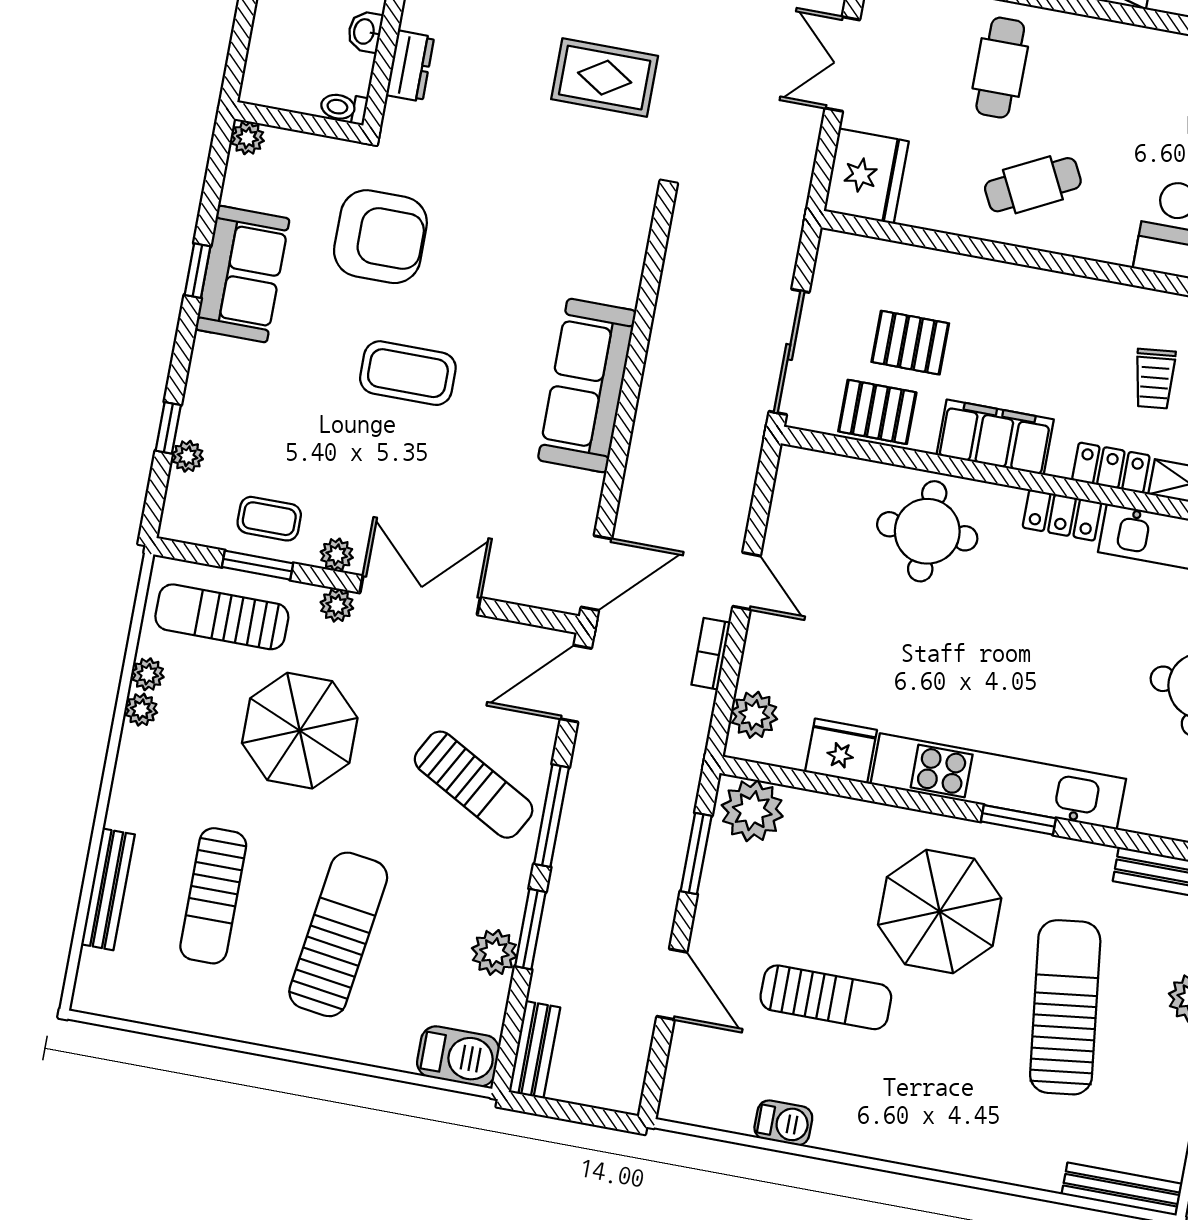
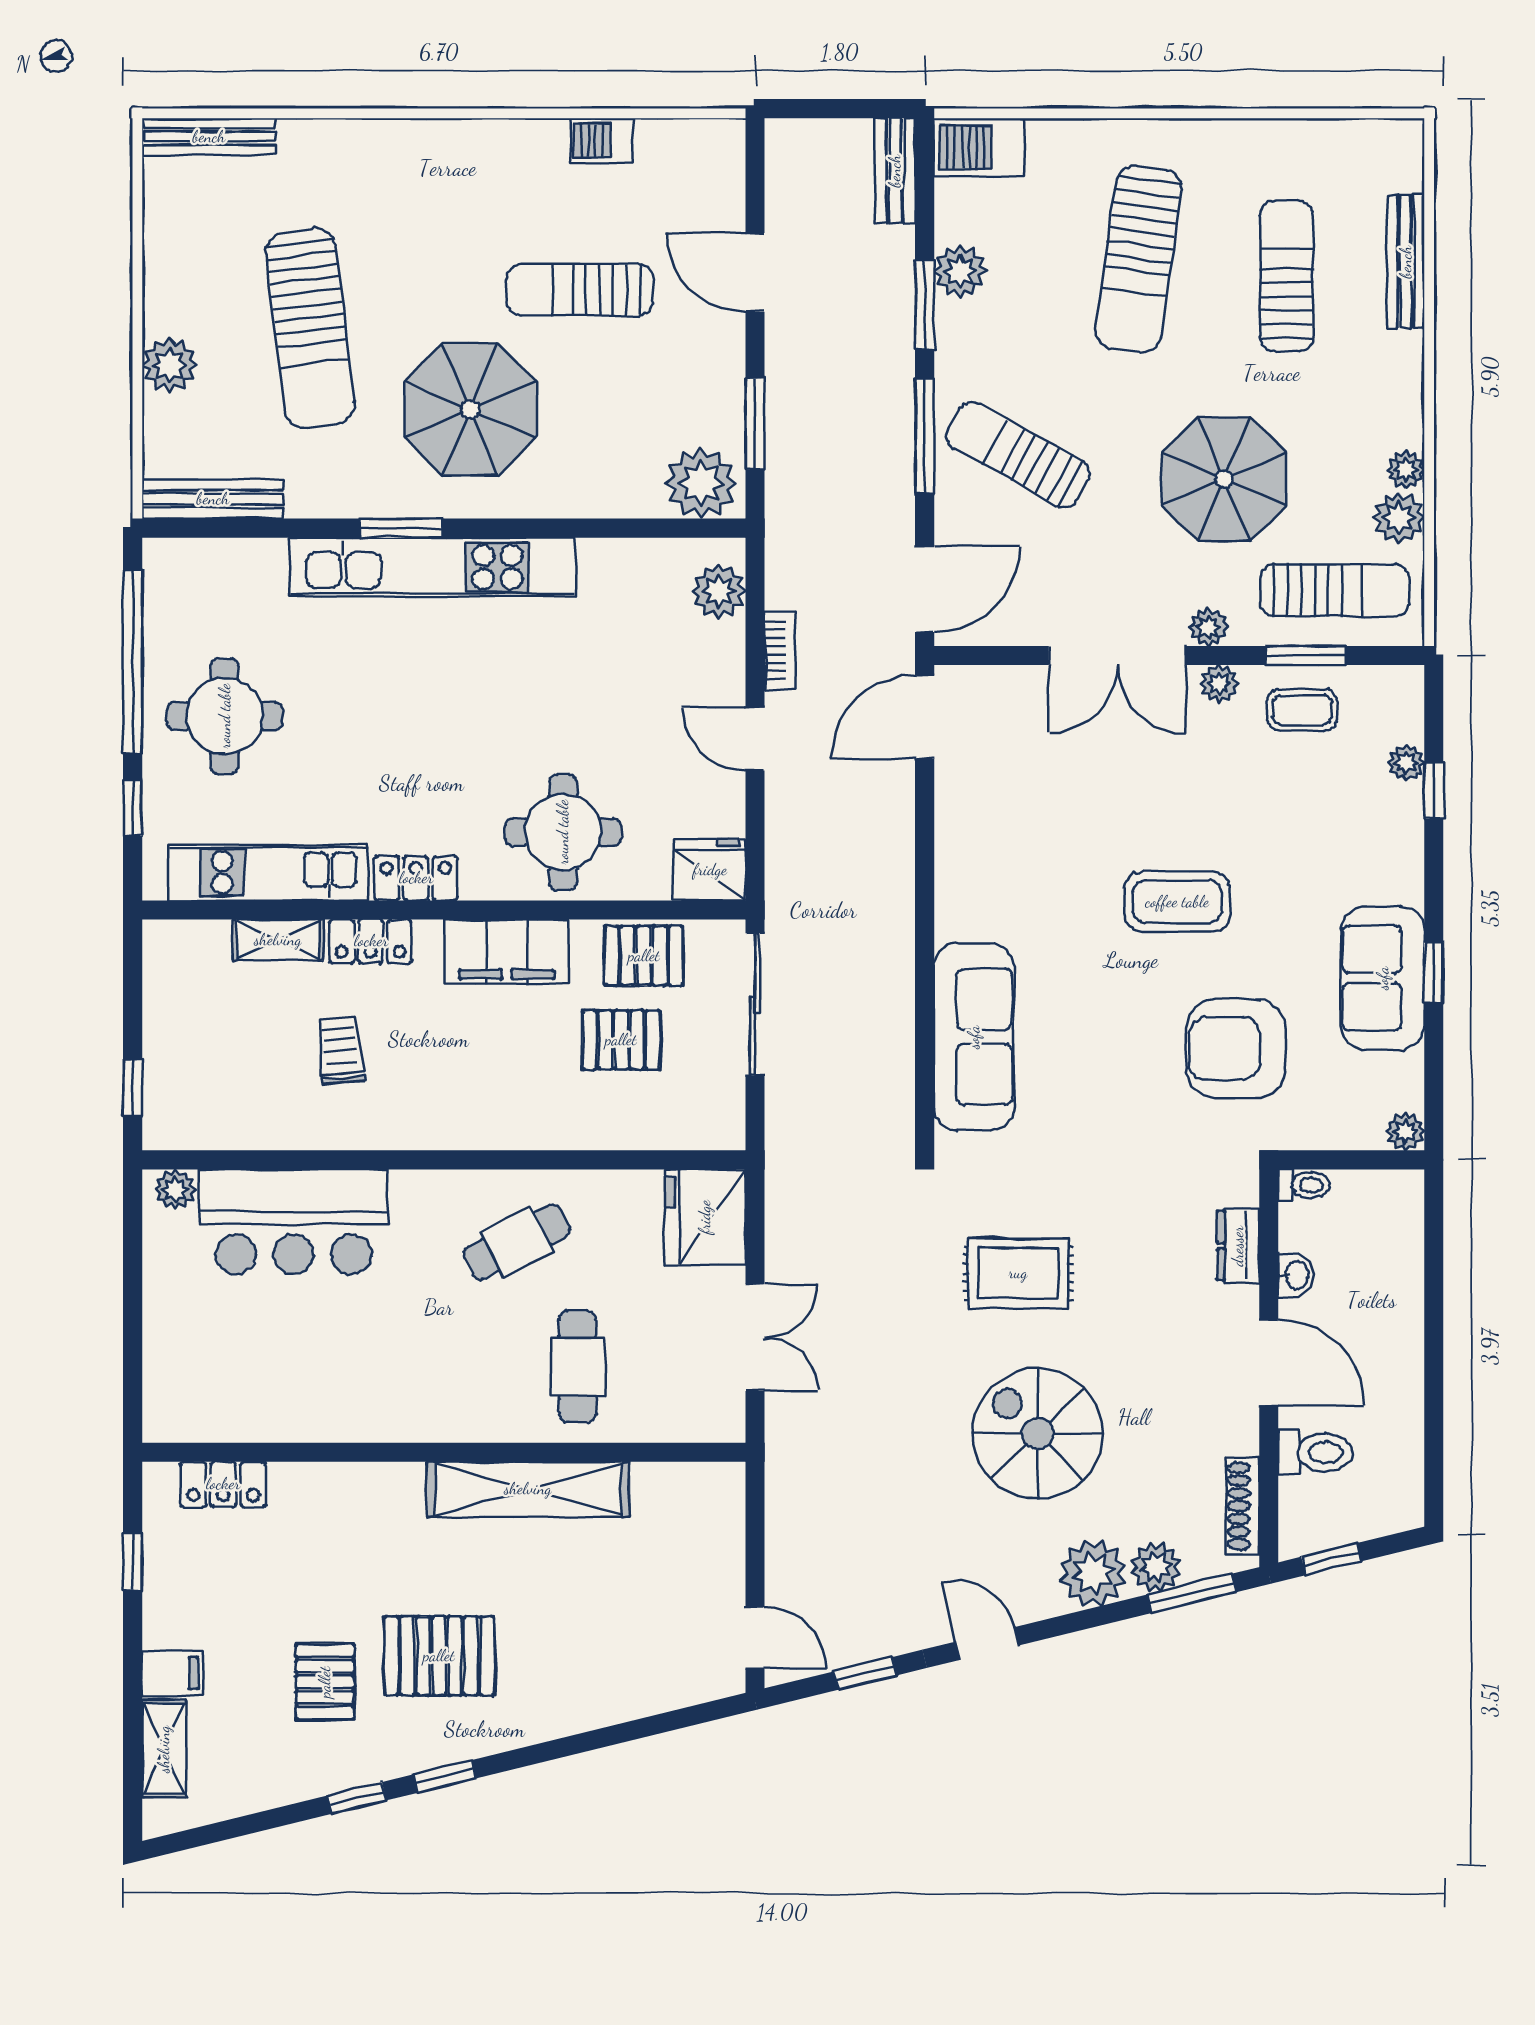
sofa: (587, 386) -> (974, 1037), moved
plant: (148, 674) -> (1399, 518), width x1.38, depth x1.38
fridge: (841, 751) -> (710, 870), moved, turned 180

